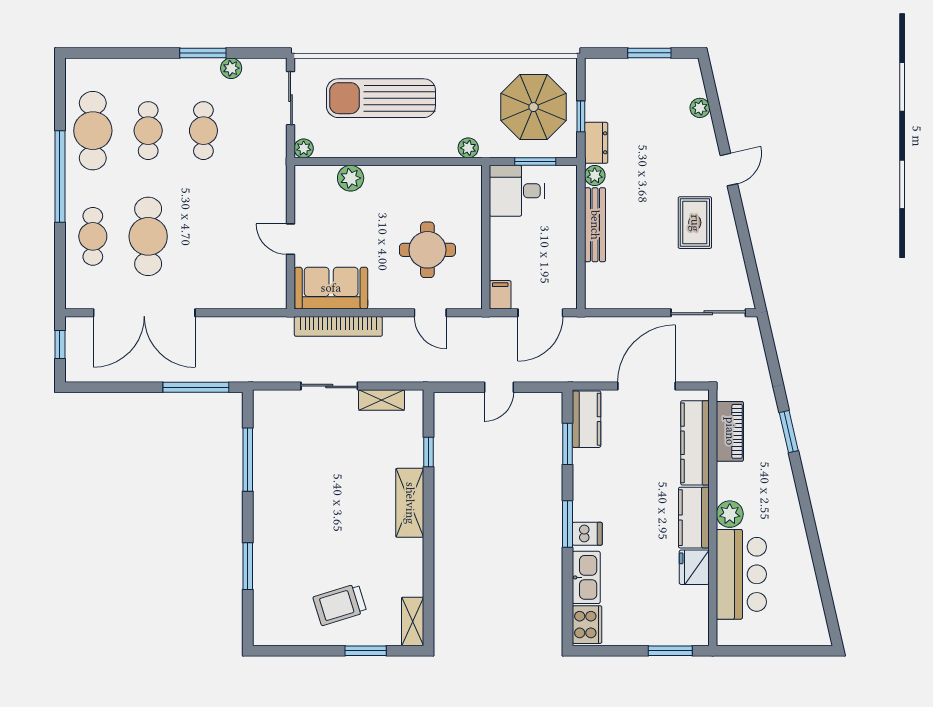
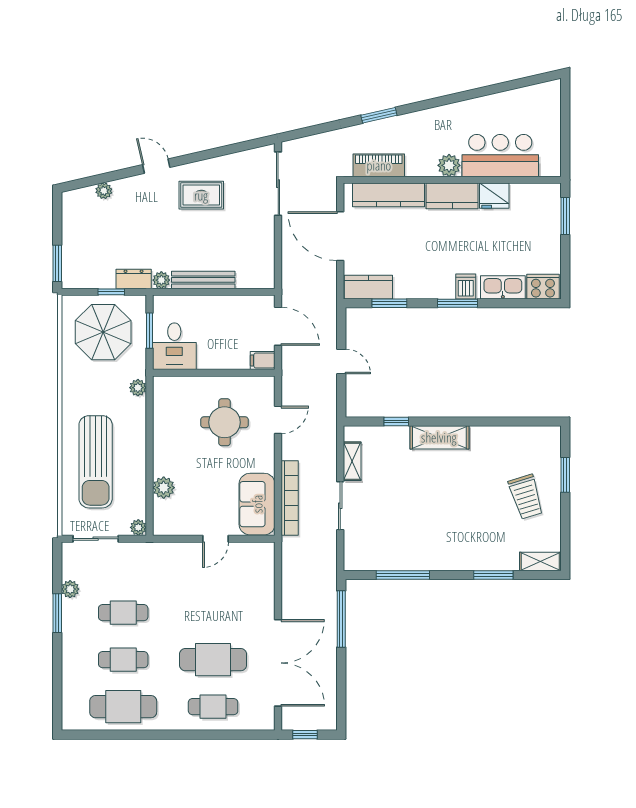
window: (649, 53) -> (57, 263), moved
window: (60, 177) -> (162, 735), removed
shelving: (413, 621) -> (540, 561), moved

